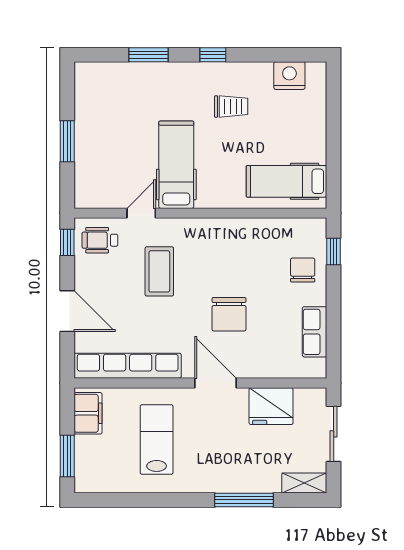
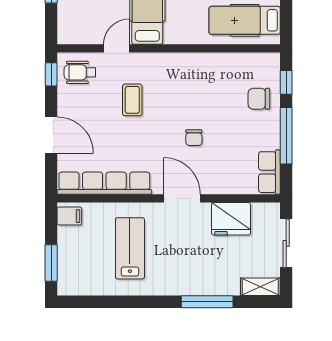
chair: (303, 270) -> (259, 99), turned -90
coffee table: (159, 271) -> (132, 100), width x0.73, depth x0.77
window: (334, 312) -> (286, 136), added
chair: (229, 314) -> (194, 138), width x0.54, depth x0.54
row of seats: (315, 332) -> (269, 172), moved
filing cabinet: (88, 413) -> (69, 216), width x0.50

